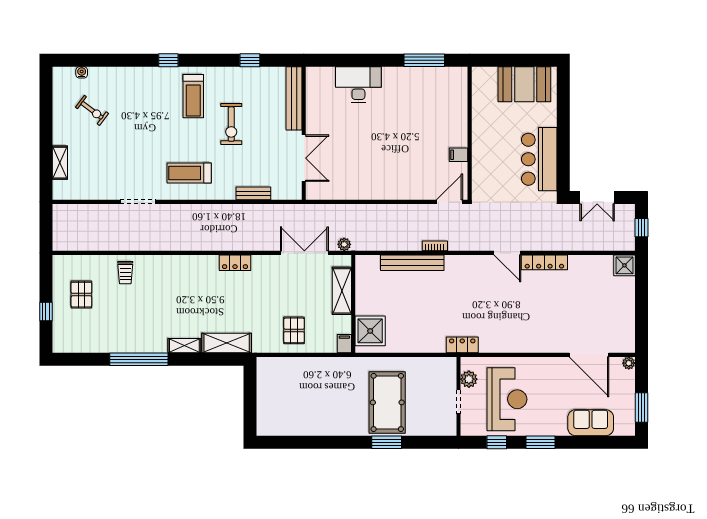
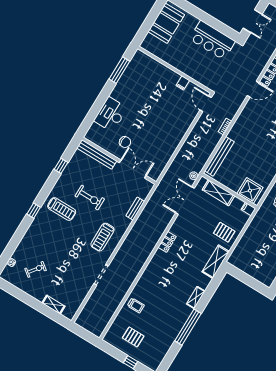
chair: (333, 126) -> (125, 142), added
bench: (412, 263) -> (219, 156), moved
shelving: (227, 343) -> (216, 262), moved

